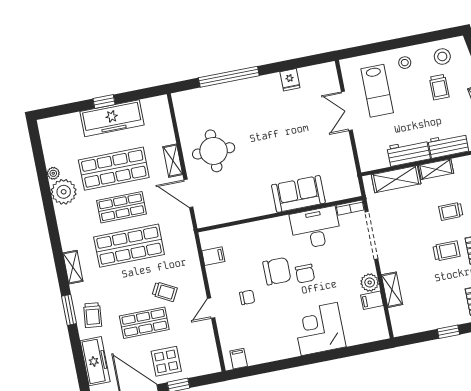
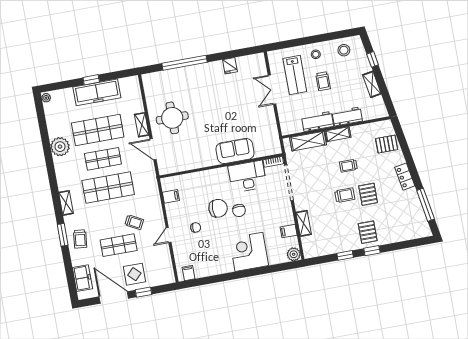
trolley: (439, 87) -> (323, 81), moved
plant: (53, 173) -> (46, 98), moved
plant: (370, 282) -> (294, 254), moved
freezer: (95, 361) -> (82, 278), width x0.71

